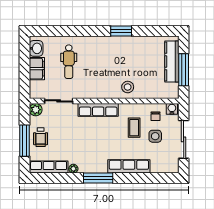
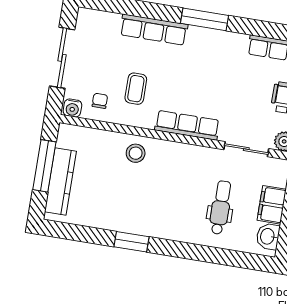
side table: (155, 136) -> (105, 70), removed
plant: (73, 169) -> (241, 40), removed

